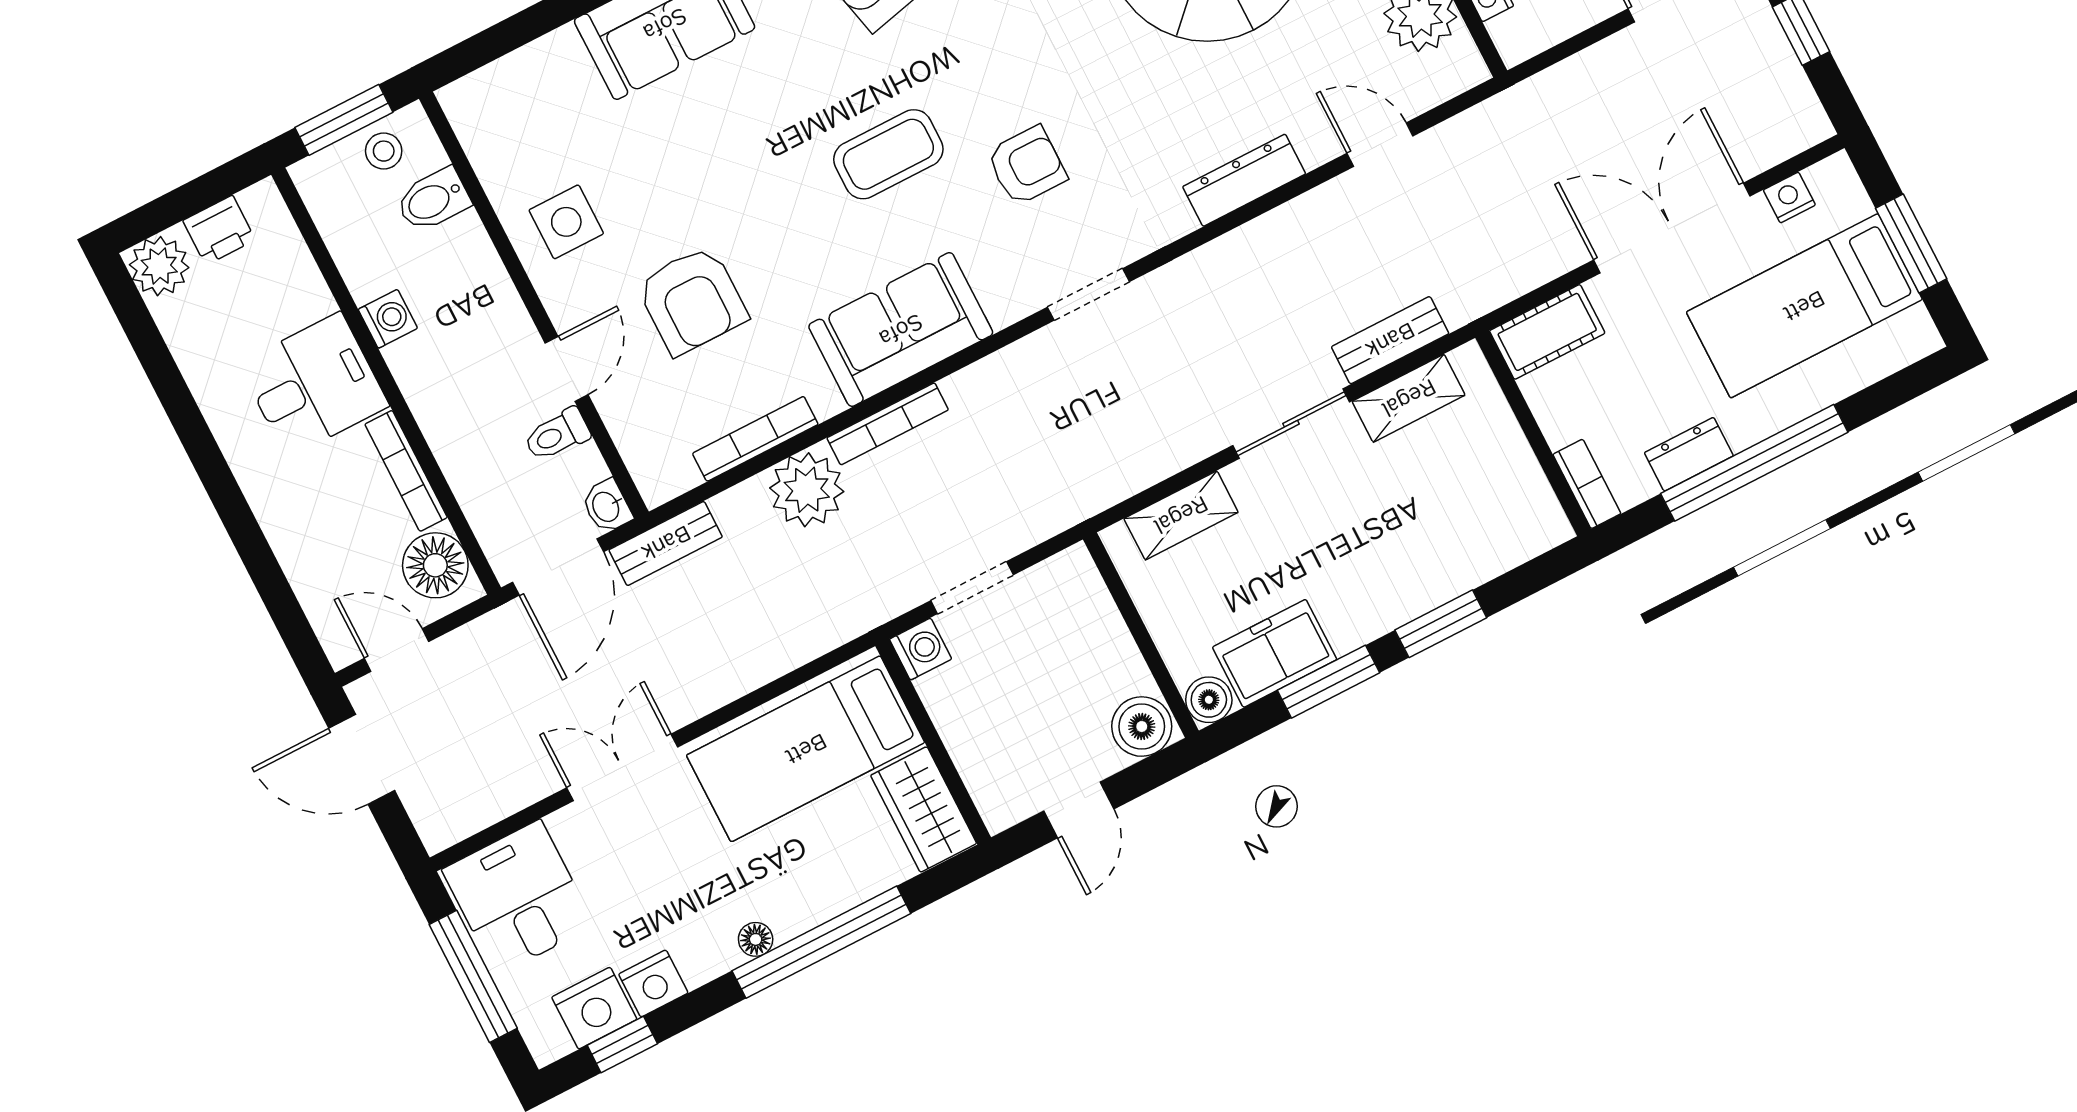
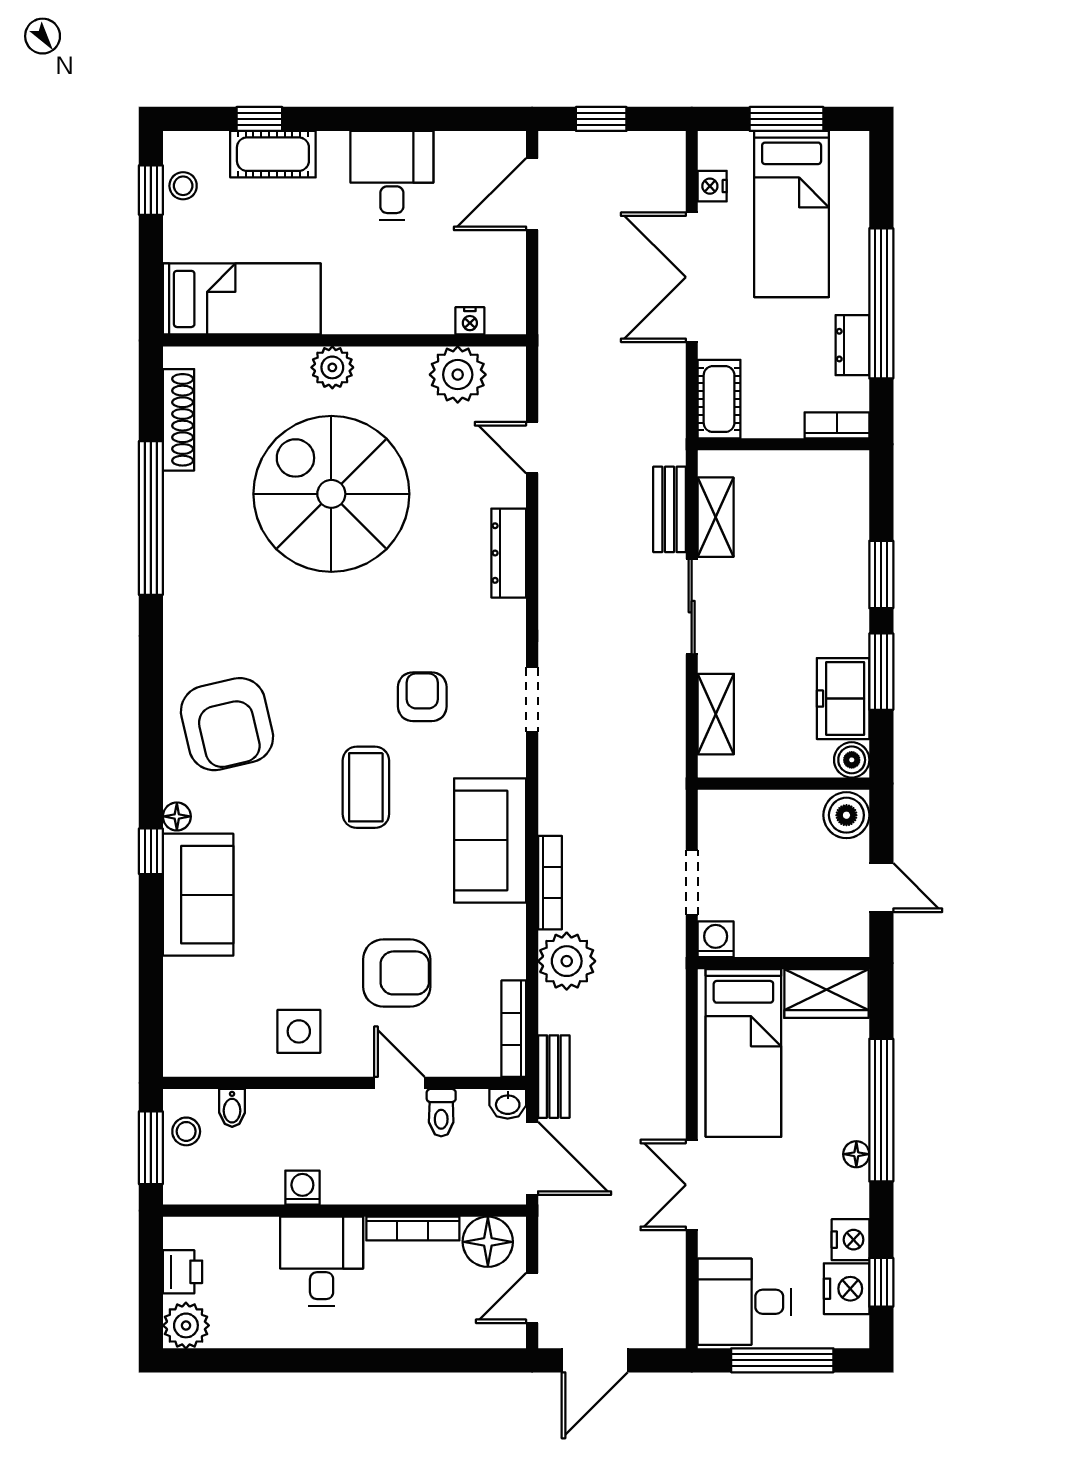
door: (1380, 145) -> (532, 448), hinge flipped
bidet: (433, 200) -> (232, 1108), width x0.72, depth x0.74
bookcase: (755, 439) -> (514, 1029), moved

